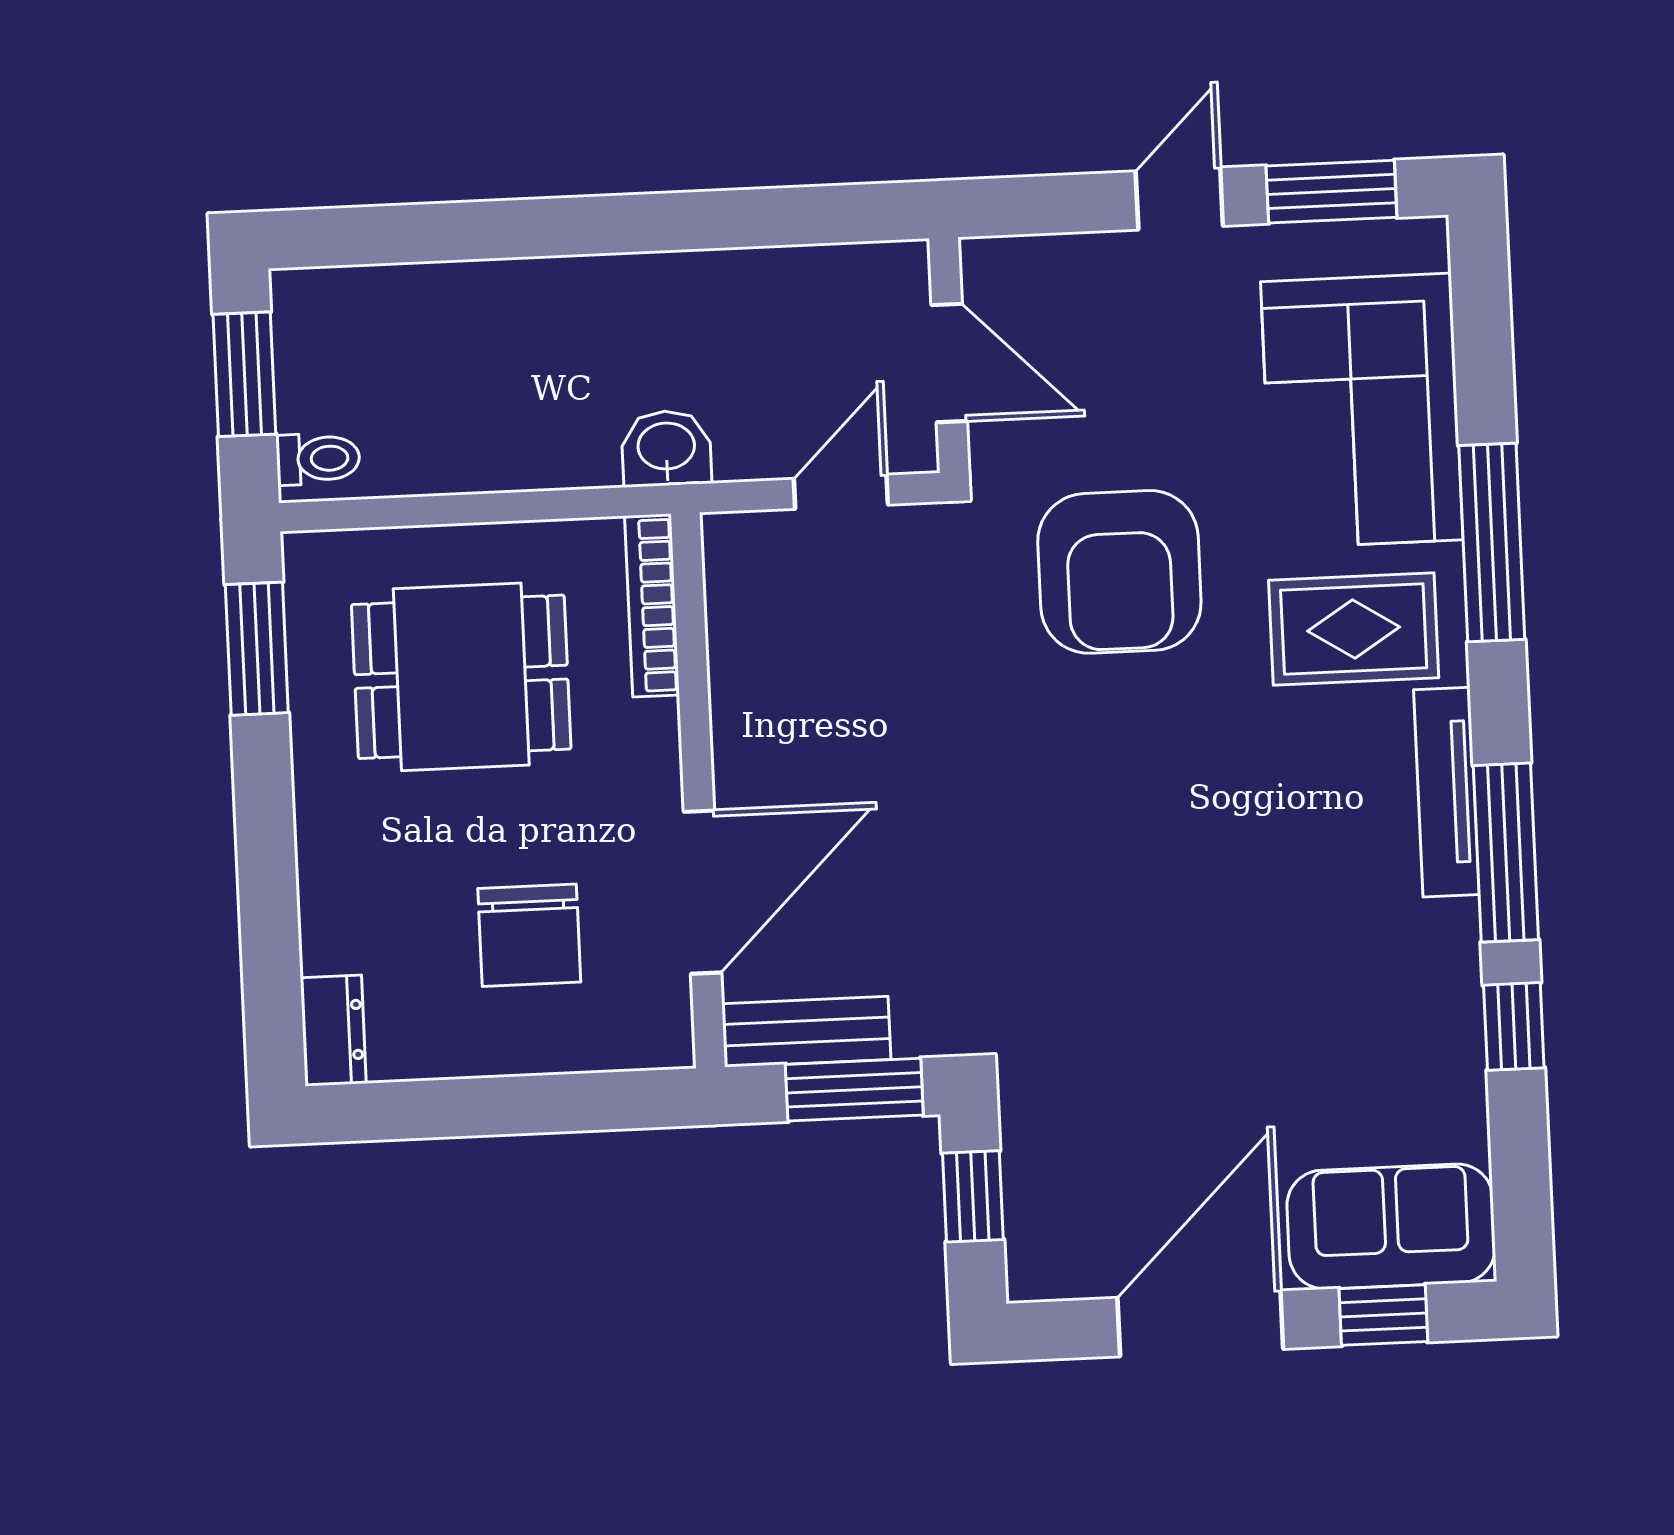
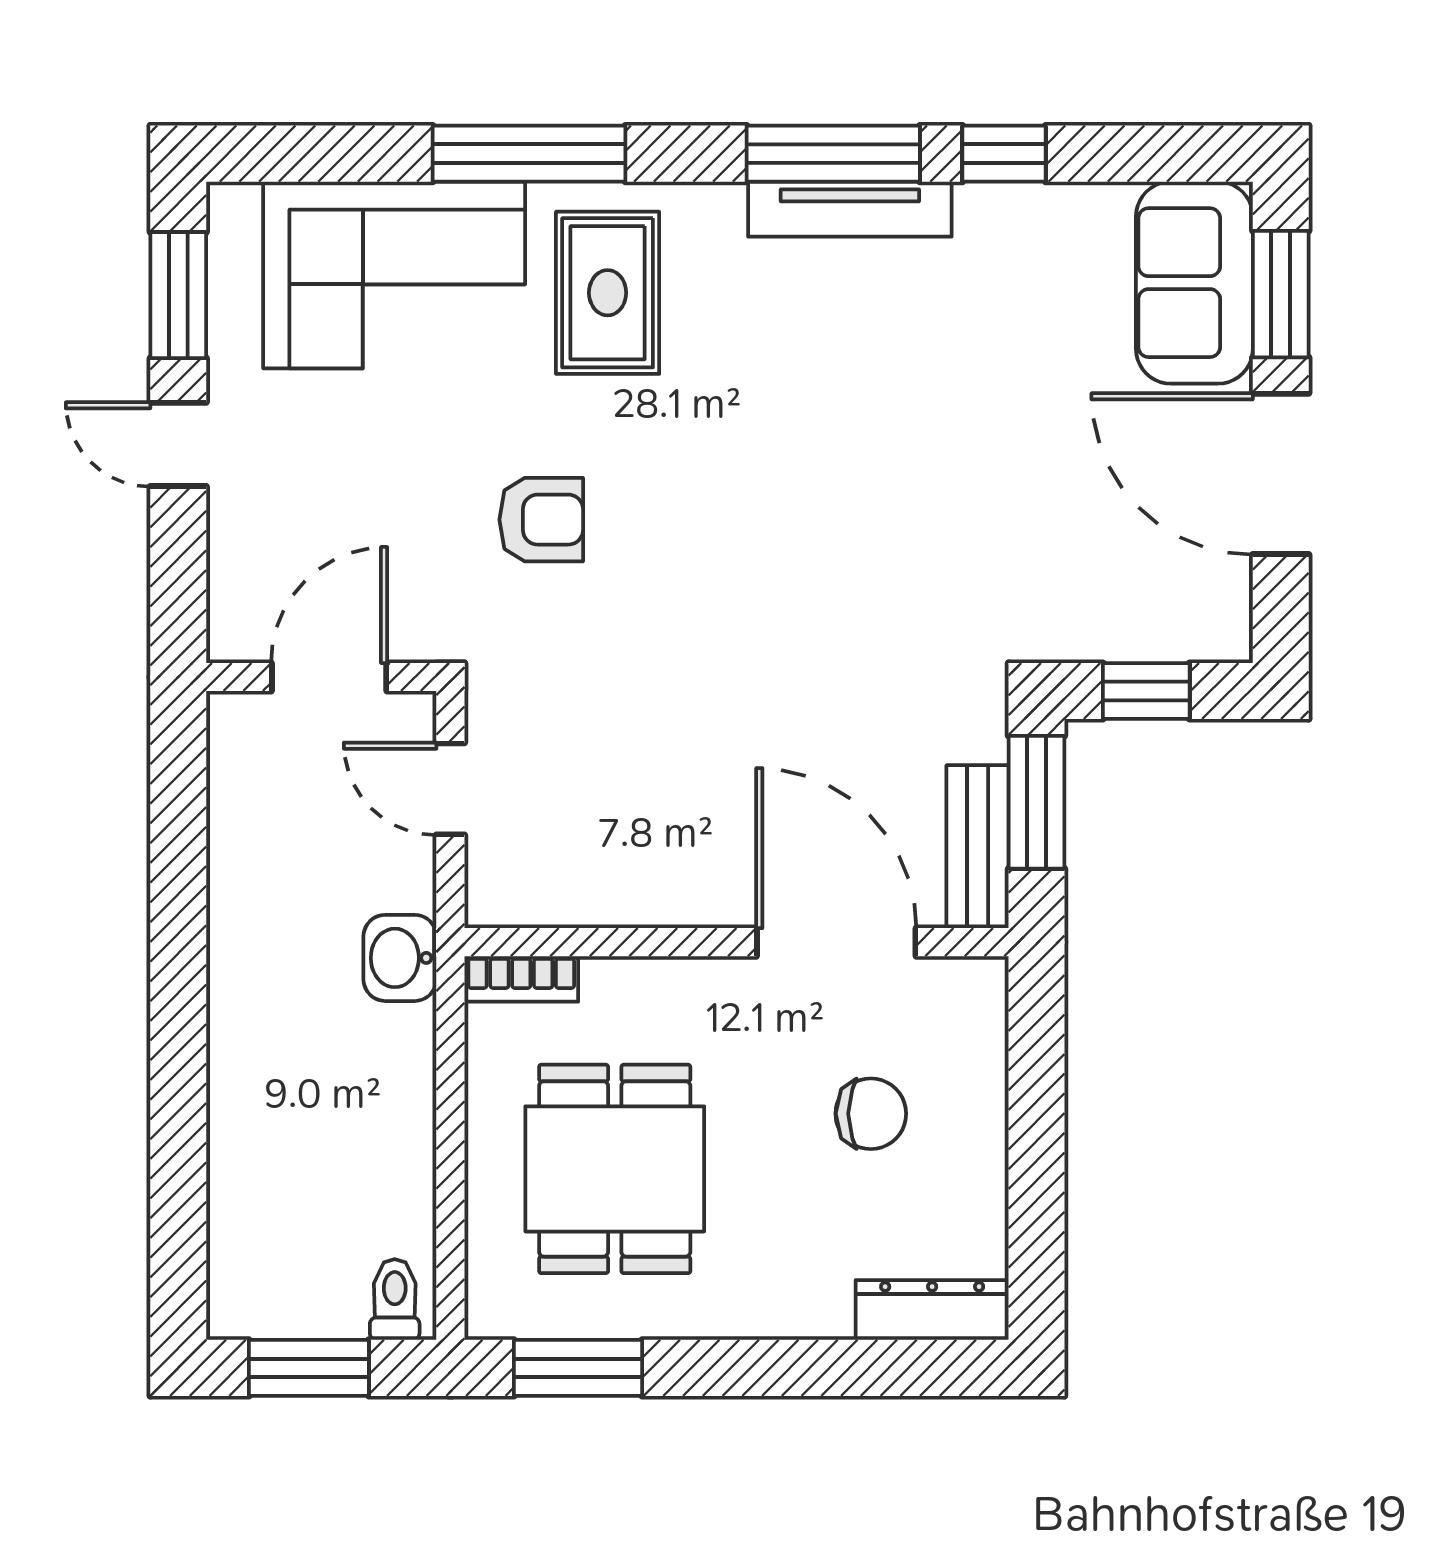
armchair: (1119, 572) -> (541, 520), width x0.53, depth x0.53
bookcase: (652, 605) -> (521, 979), width x0.64
tv unit: (1446, 792) -> (850, 209), moved
chair: (529, 935) -> (871, 1114), width x0.73, depth x0.73
dresser: (333, 1031) -> (932, 1310), width x1.44
window: (1383, 1315) -> (1281, 294), width x1.50

